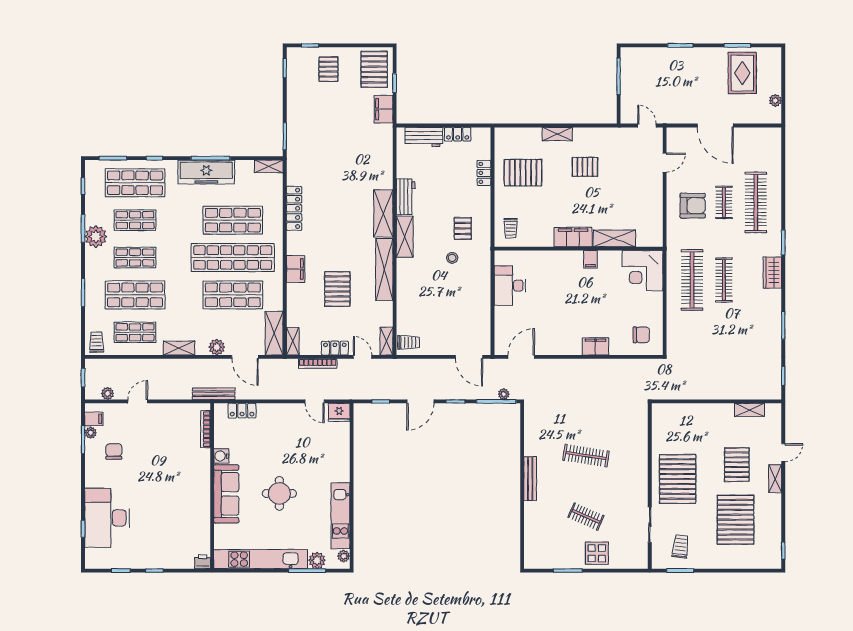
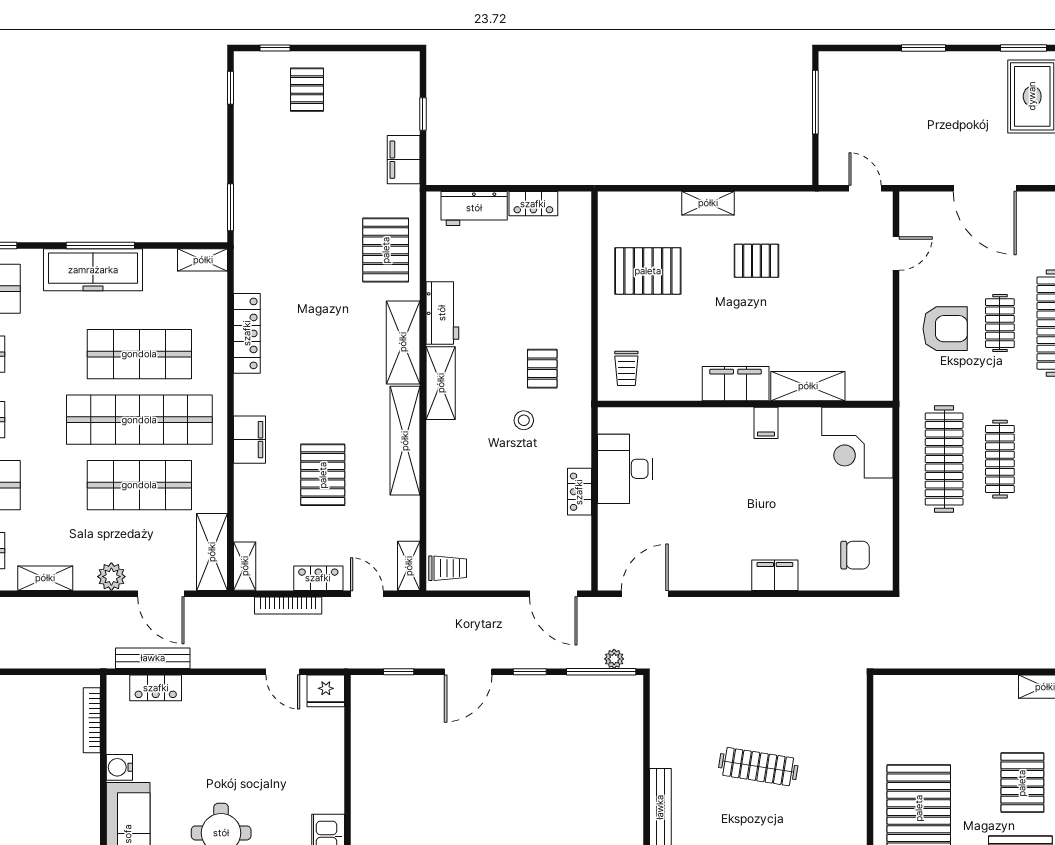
pallet: (374, 69) -> (386, 250), moved
locker: (484, 173) -> (579, 492), moved
bench: (214, 394) -> (153, 658), moved

